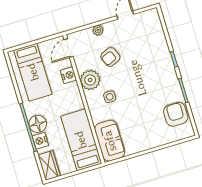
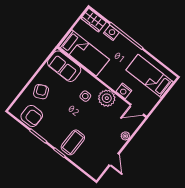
door: (69, 48) -> (137, 110), swing flipped
armchair: (110, 57) -> (41, 92), moved
coffee table: (154, 60) -> (73, 142), added
floor lamp: (38, 124) -> (121, 43), removed

